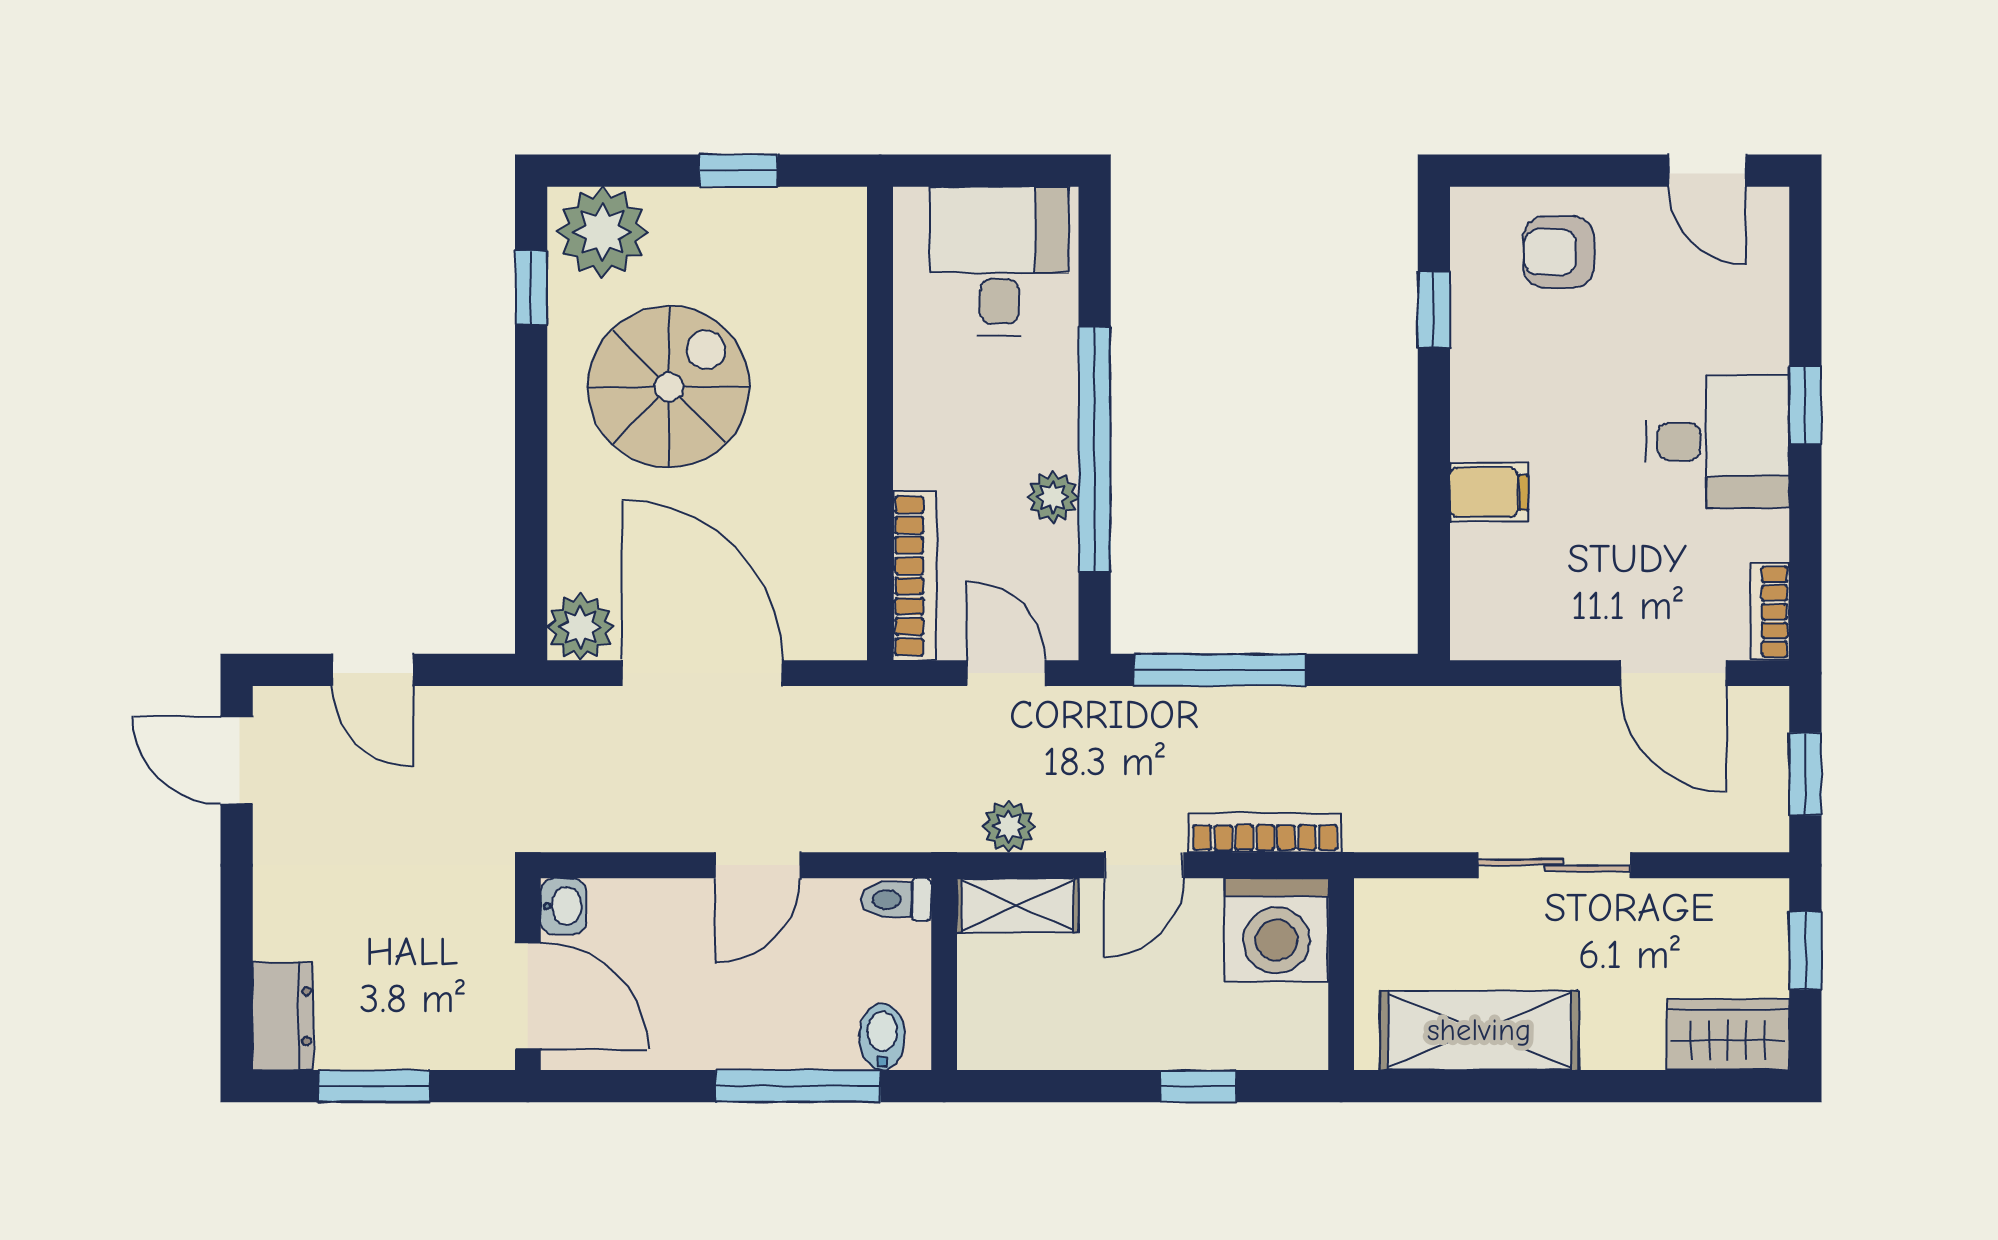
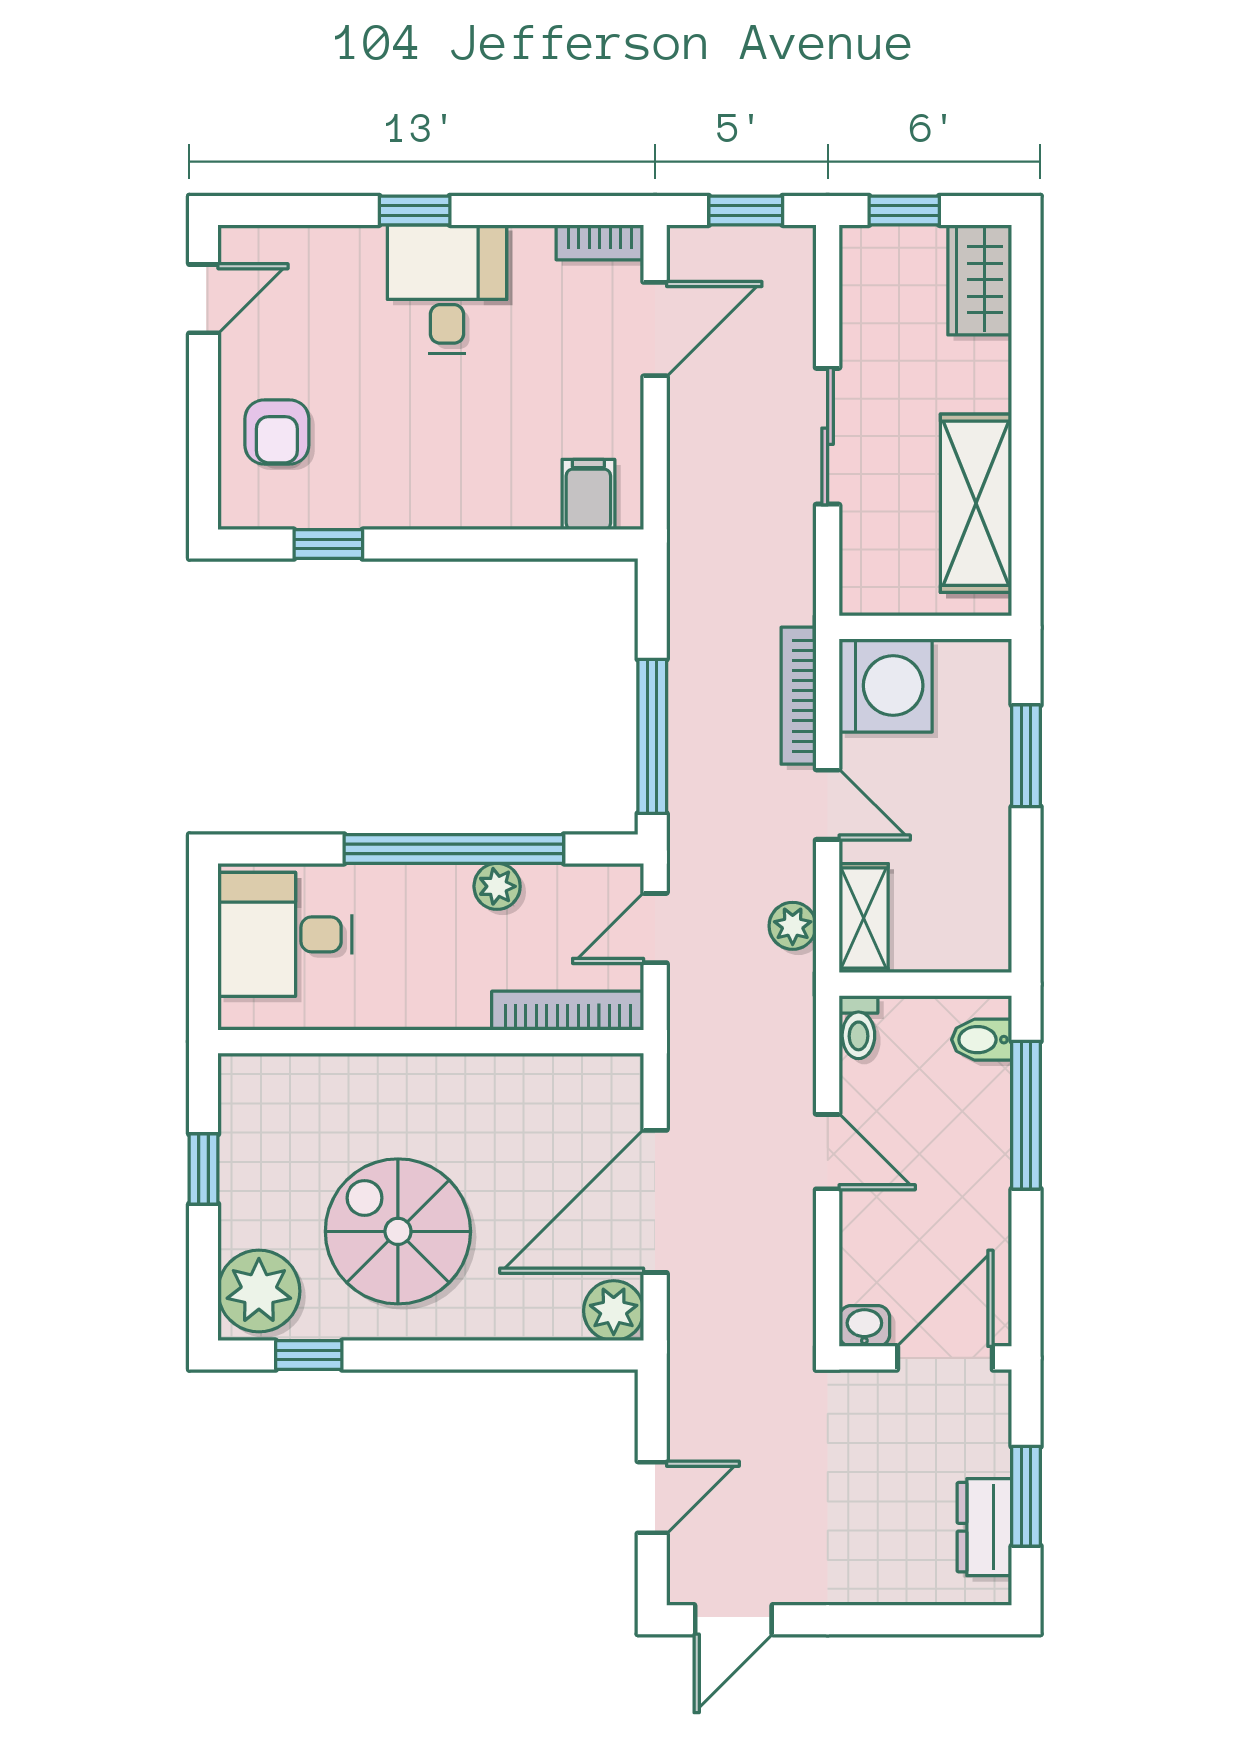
filing cabinet: (1489, 492) -> (588, 494), moved
dresser: (283, 1016) -> (984, 1527), moved, turned -90
window: (1198, 1086) -> (1026, 756), width x1.50

